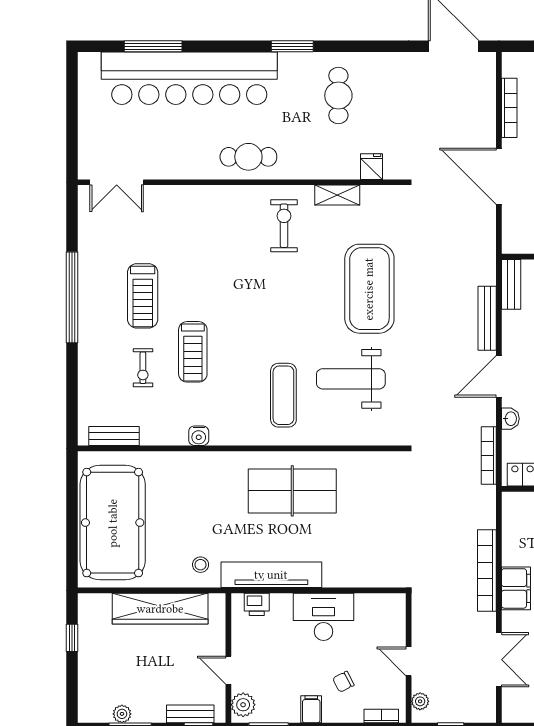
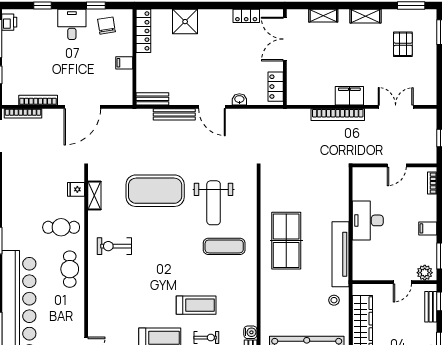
cafe table: (338, 96) -> (61, 227), moved
shelving: (337, 195) -> (94, 195), moved
water cooler: (199, 436) -> (250, 332), moved
bookcase: (489, 456) -> (23, 113), moved
printer: (257, 604) -> (360, 264), removed
chair: (343, 682) -> (410, 208), removed
plant: (420, 701) -> (423, 158), removed

